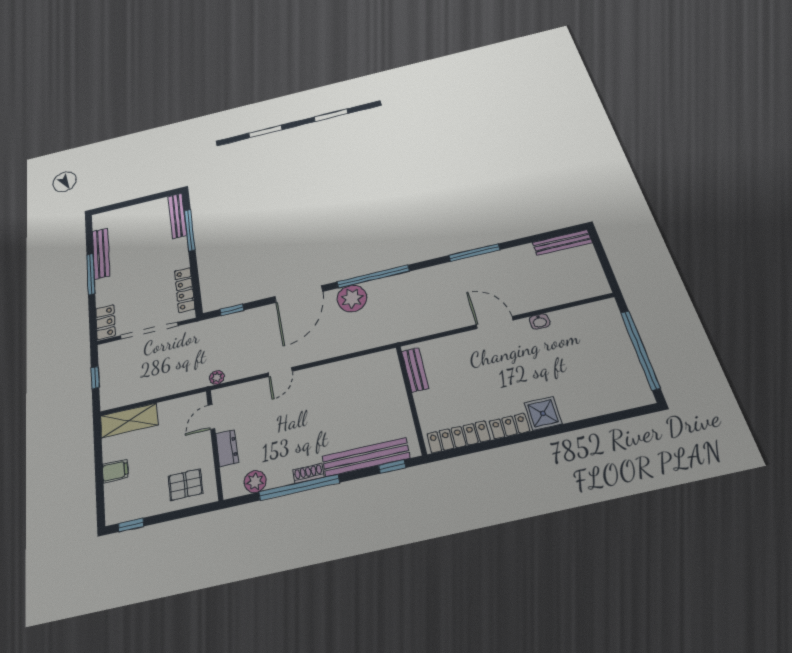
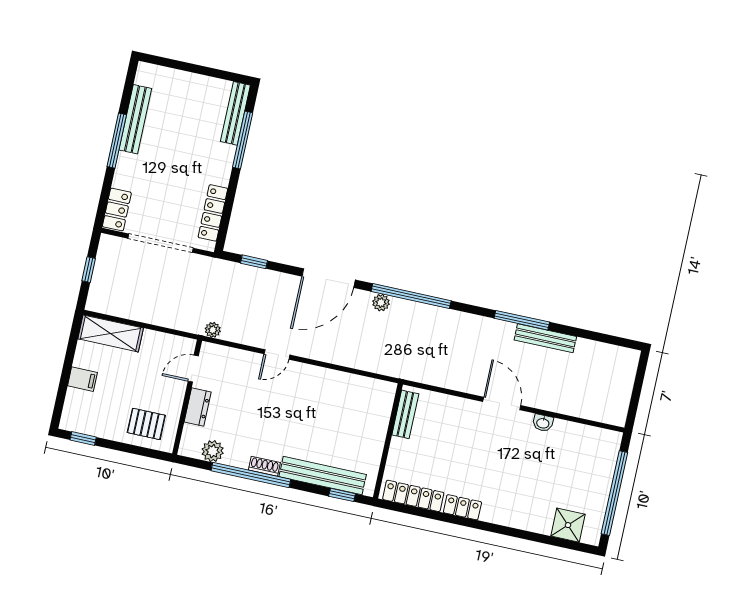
bench: (562, 243) -> (545, 338), moved
plant: (352, 298) -> (381, 303), width x0.53, depth x0.53
shower: (543, 413) -> (568, 525), moved

